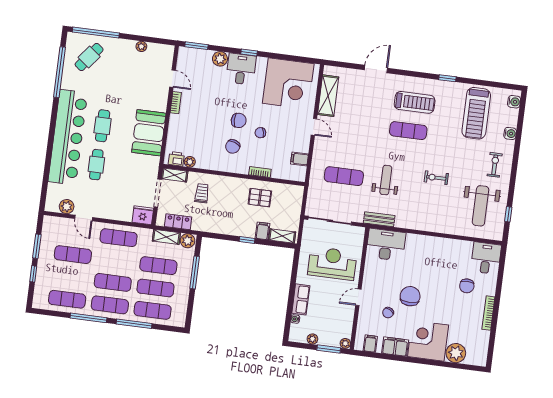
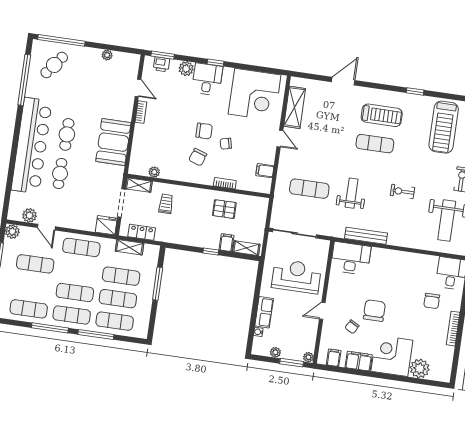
printer: (176, 159) -> (162, 64), moved, turned 180
bench: (379, 219) -> (366, 236), moved, width x1.36
plant: (188, 241) -> (12, 232), moved

